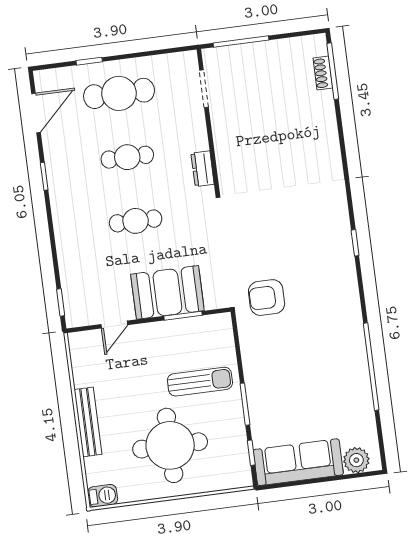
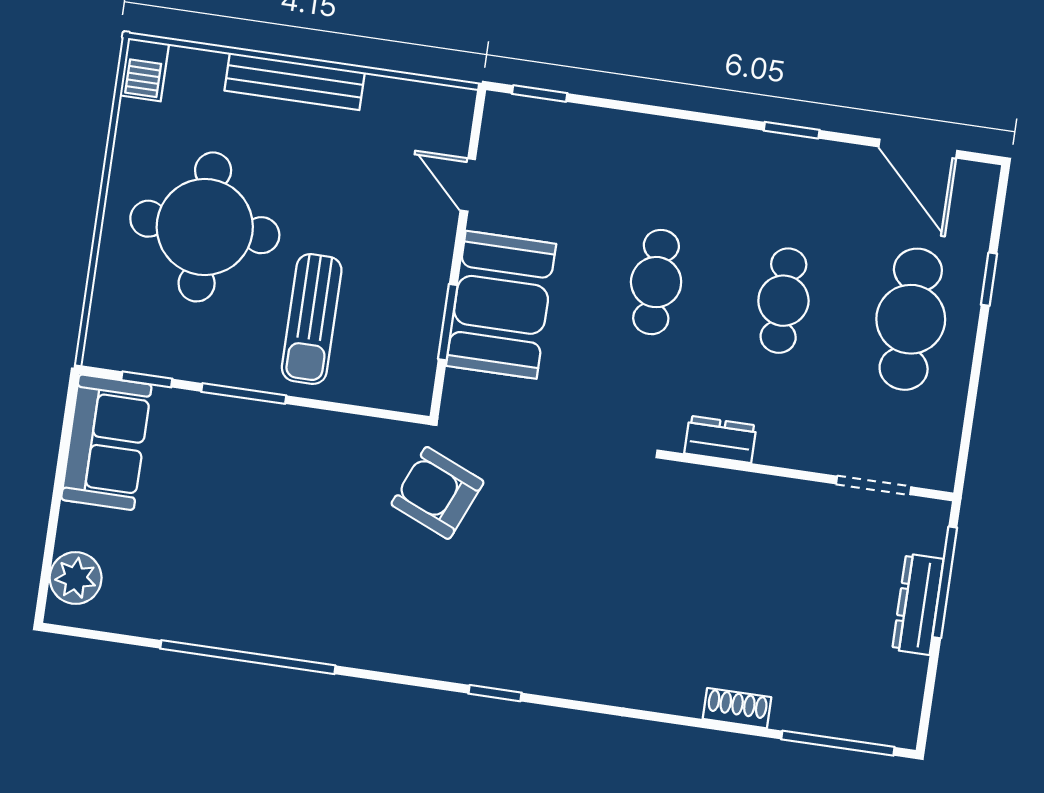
dresser: (255, 51) -> (918, 604), added
shoe rack: (323, 73) -> (737, 708), moved
armchair: (267, 298) -> (438, 493), turned -67
sofa: (298, 462) -> (106, 442), width x0.73

